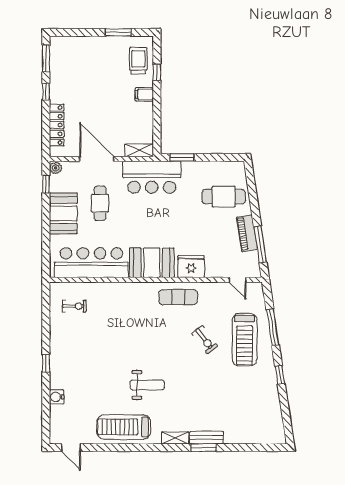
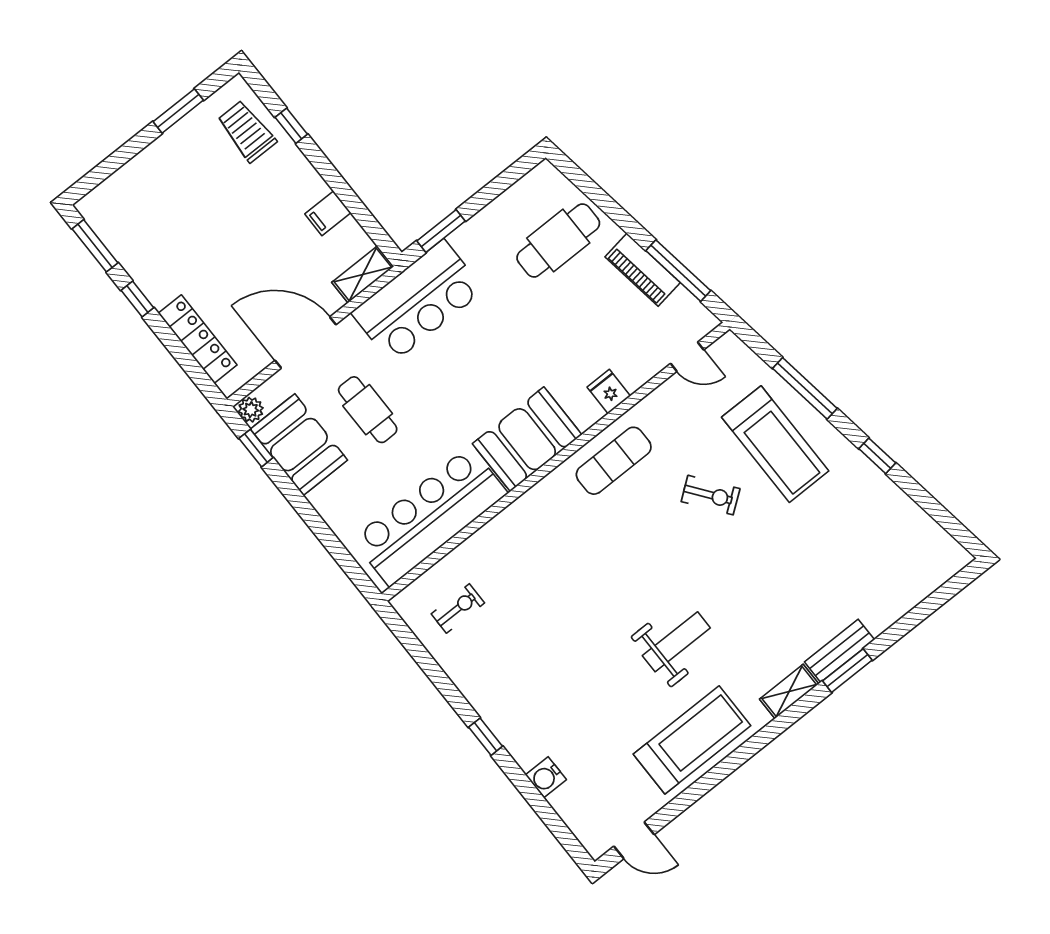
filing cabinet: (144, 94) -> (328, 213), moved
booth: (63, 213) -> (299, 445), moved
fridge: (191, 267) -> (609, 392), width x0.53, depth x0.75
treadmill: (124, 427) -> (692, 740), turned 180

